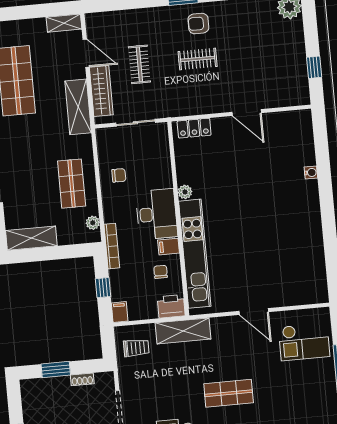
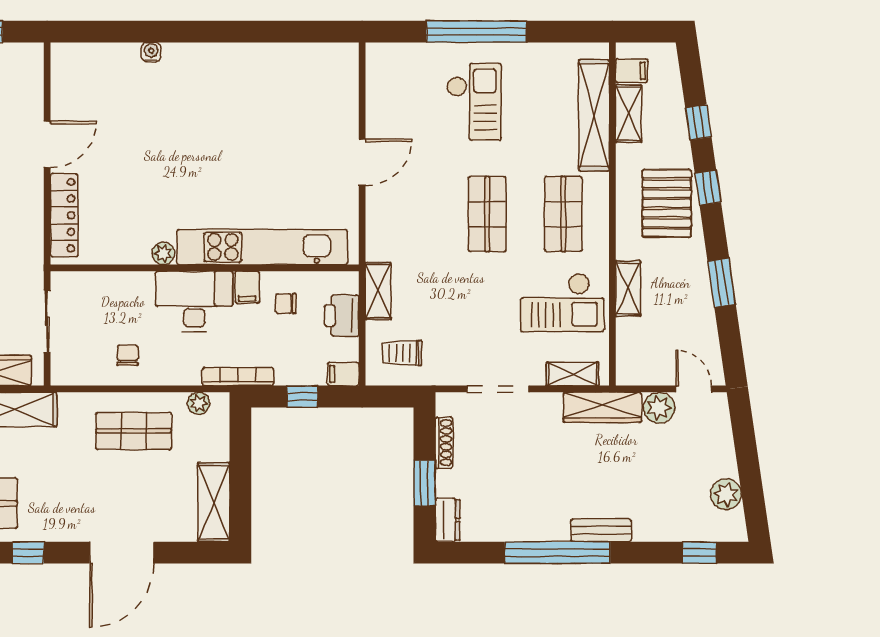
locker: (194, 128) -> (64, 215), width x1.53
printer: (171, 306) -> (342, 316), moved
shelving: (183, 331) -> (378, 291), width x0.67, depth x0.75
checkout: (304, 342) -> (474, 102), moved
trolley: (136, 348) -> (402, 353), turned -90
shoe rack: (82, 379) -> (444, 443), width x1.43
dresser: (34, 386) -> (448, 520), added

